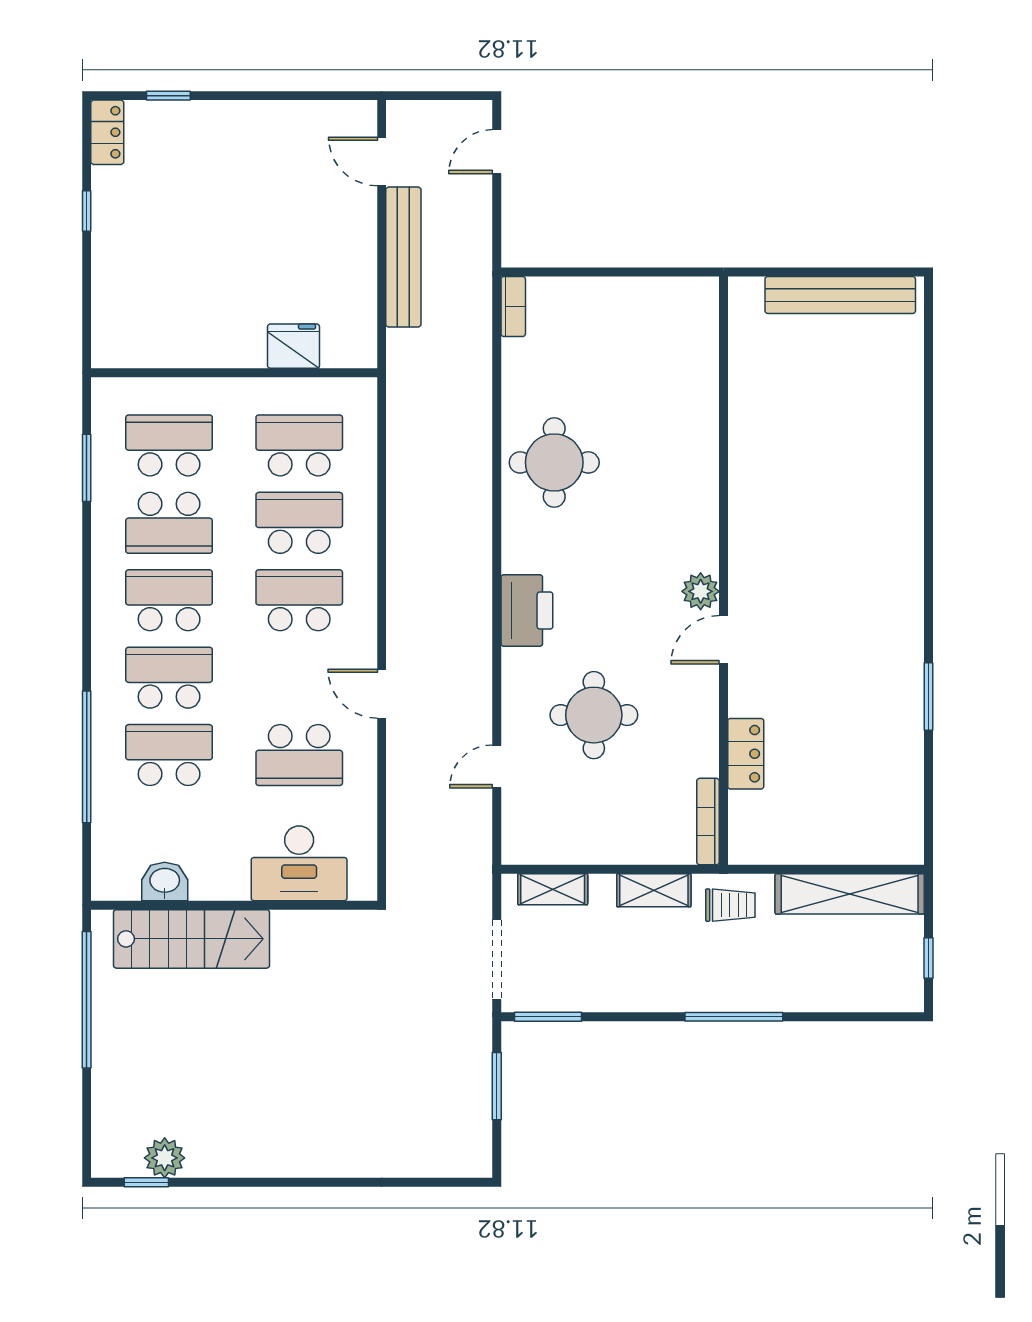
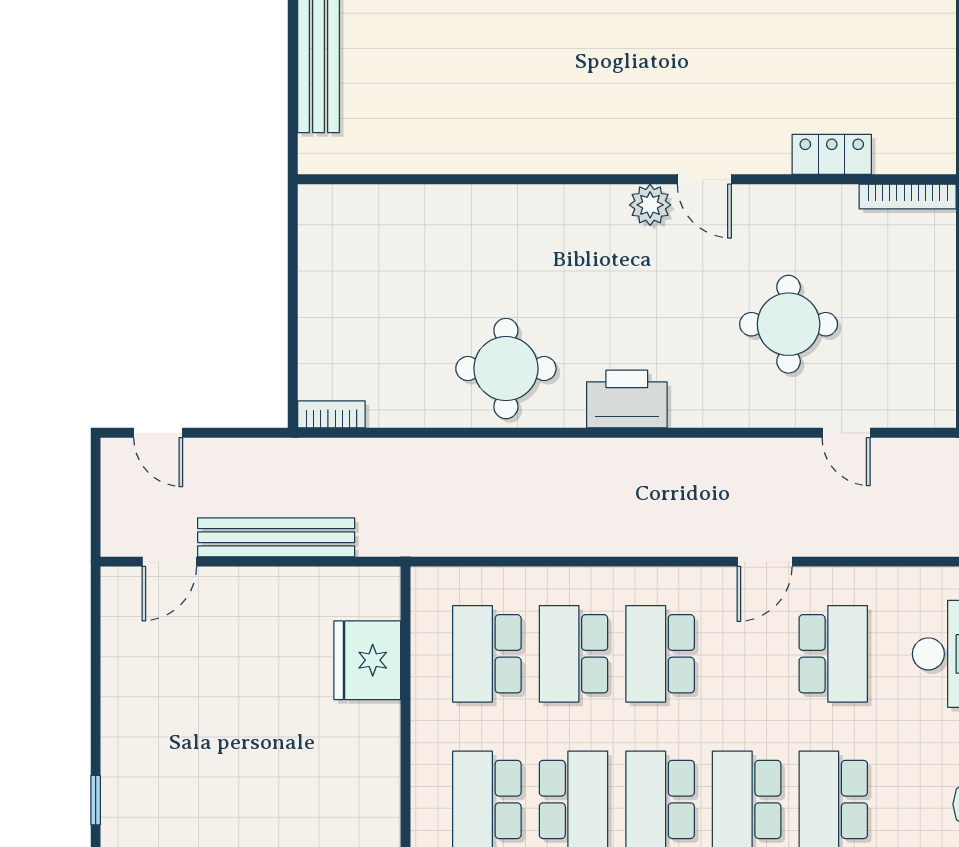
fridge: (294, 346) -> (367, 660), width x1.36, depth x1.34
printer: (527, 611) -> (627, 399), moved

